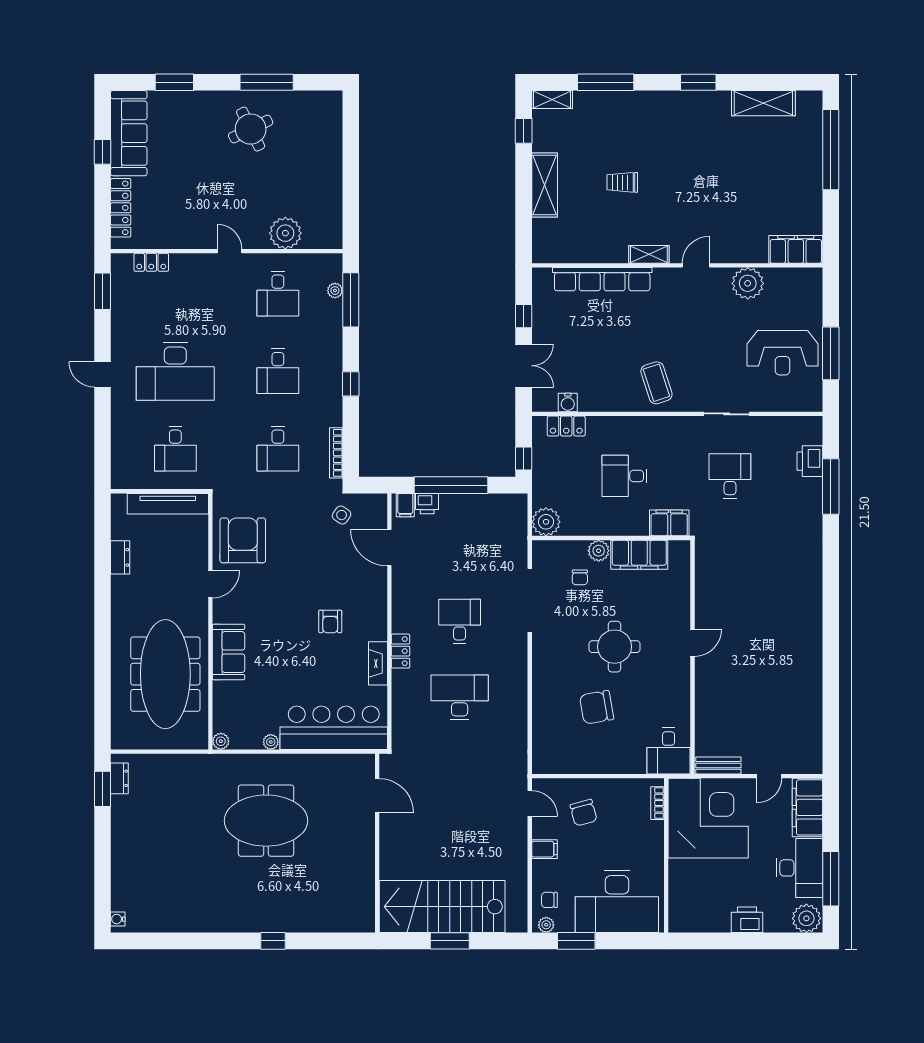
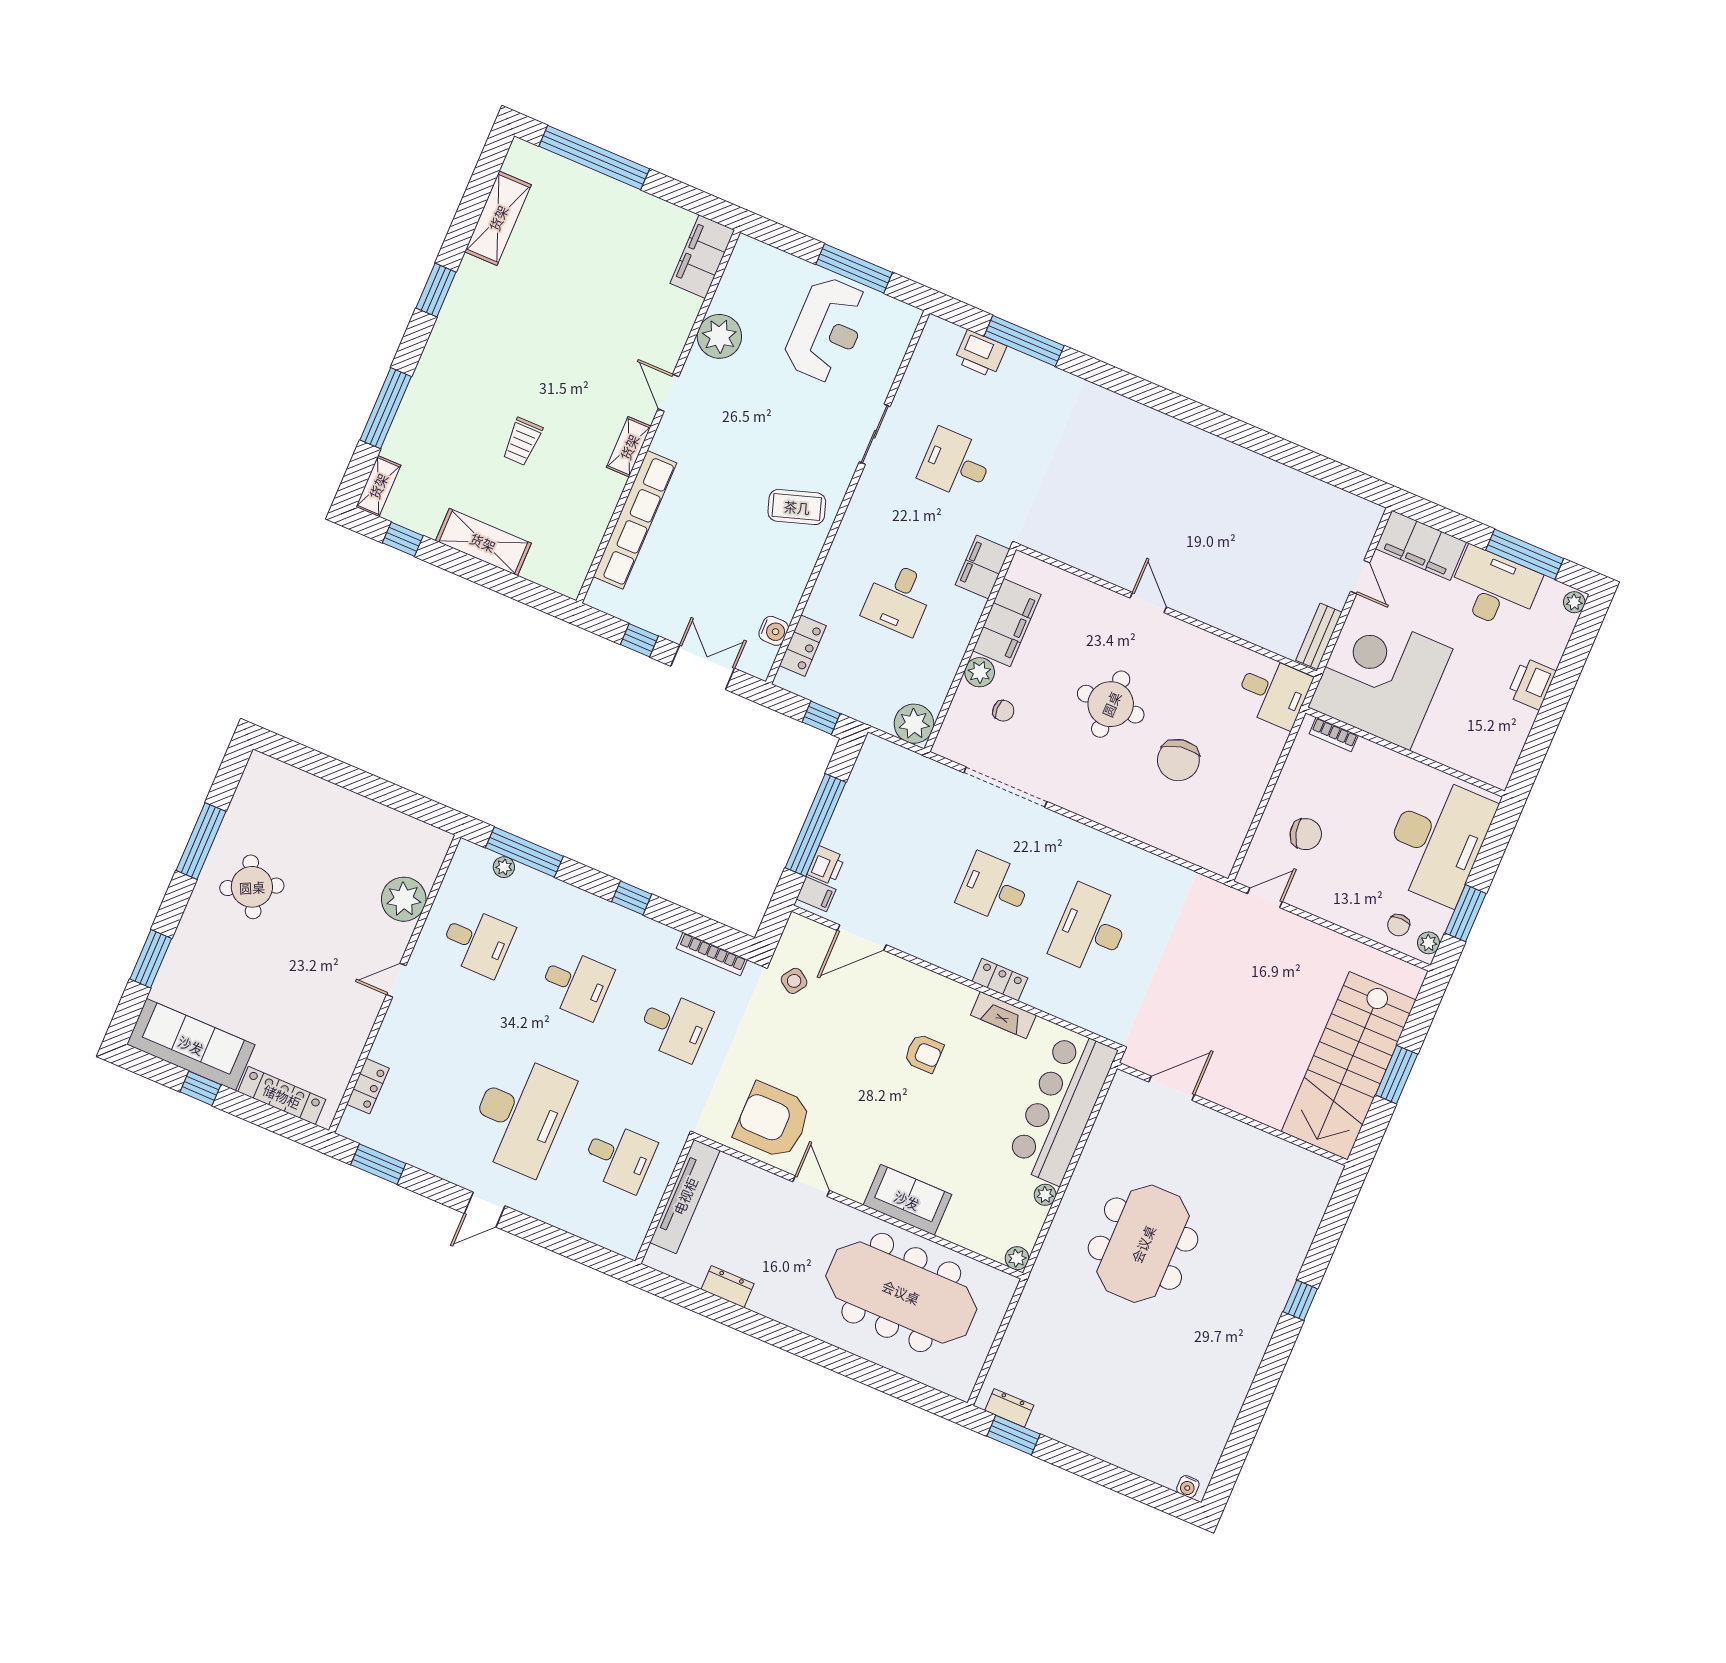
filing cabinet: (544, 849) -> (1331, 904), removed
plant: (806, 918) -> (1574, 602), width x0.53, depth x0.53

